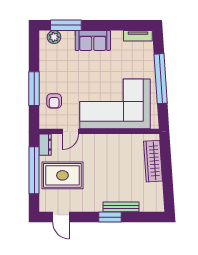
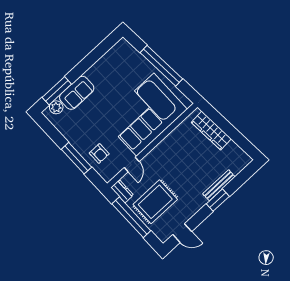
tv unit: (138, 36) -> (116, 50), removed
sofa: (93, 40) -> (77, 93), moved

